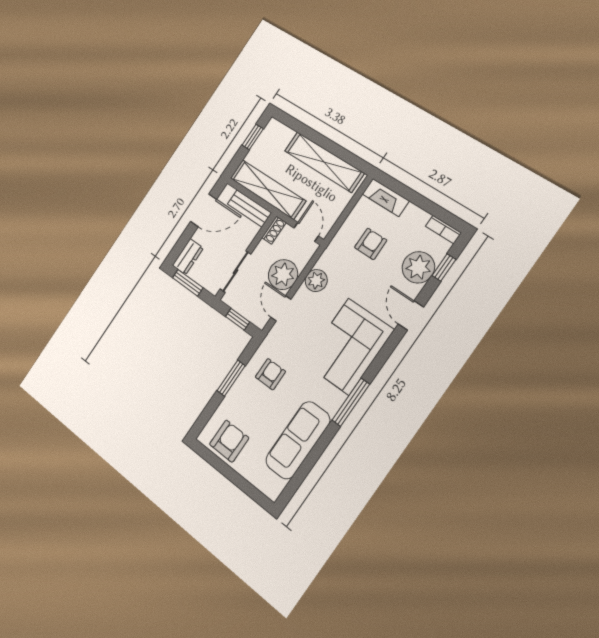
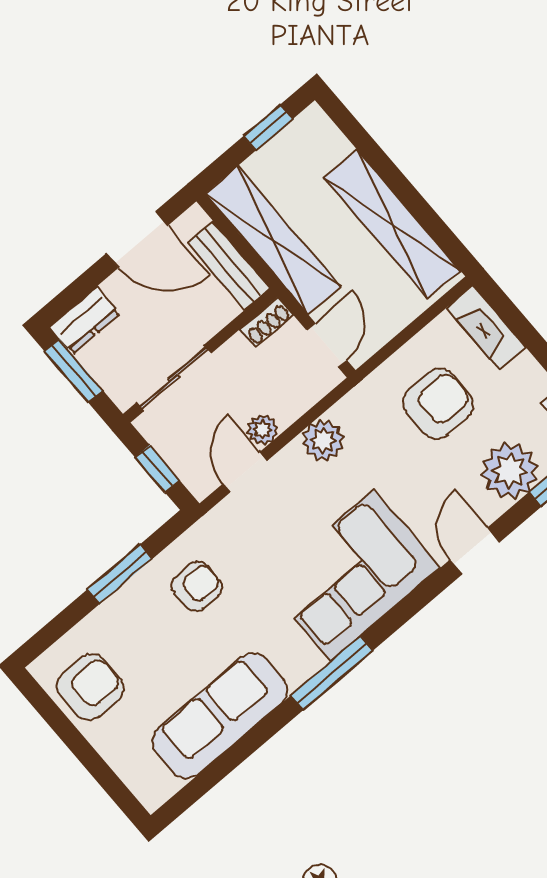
armchair: (371, 244) -> (438, 404), width x1.38, depth x1.38
plant: (283, 275) -> (262, 430), width x0.53, depth x0.53

